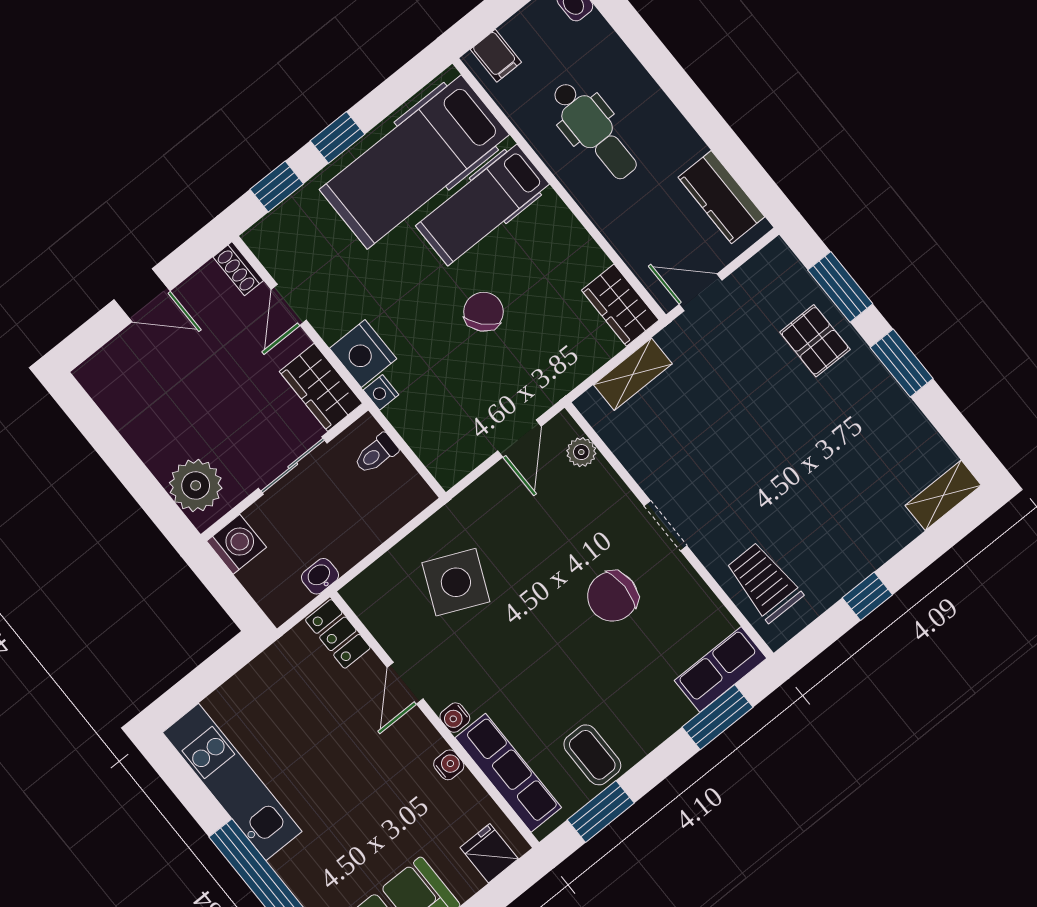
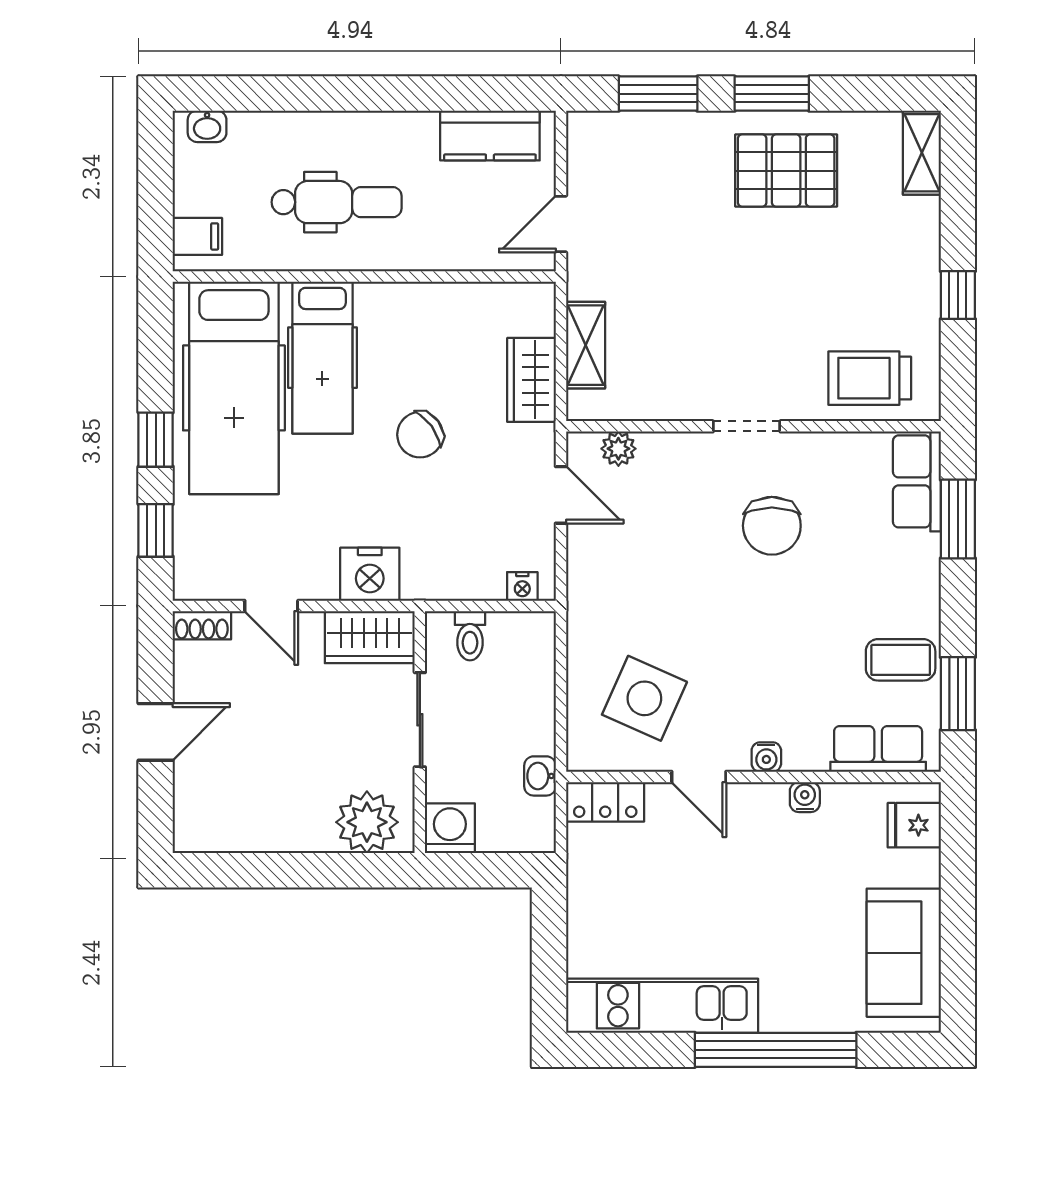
wardrobe: (620, 305) -> (532, 380), moved, turned 90
chair: (484, 312) -> (420, 435), turned -84
pallet: (815, 341) -> (786, 171), moved, width x1.50, depth x1.42
nightstand: (381, 392) -> (522, 586), moved
side table: (456, 582) -> (644, 698), moved
row of seats: (508, 773) -> (878, 749), width x0.68

